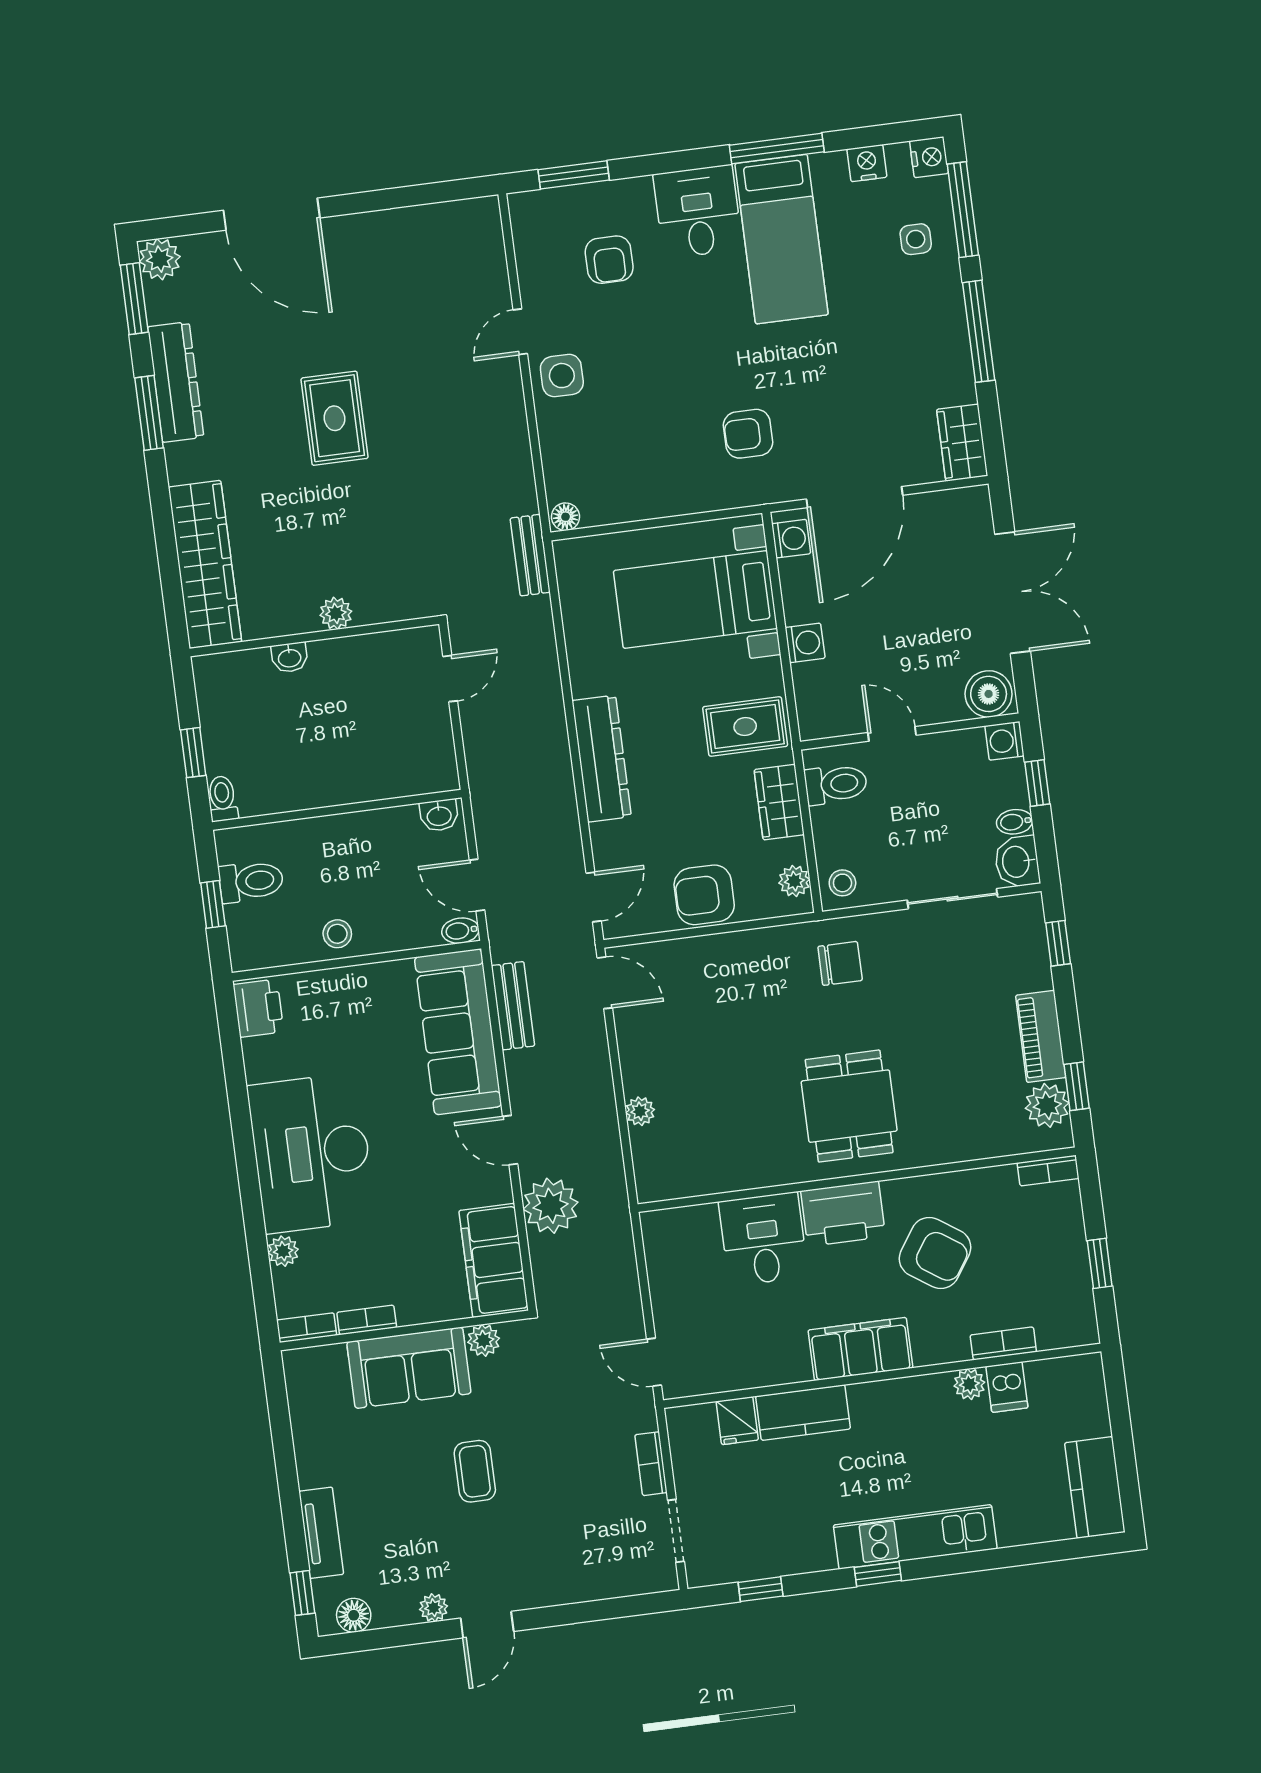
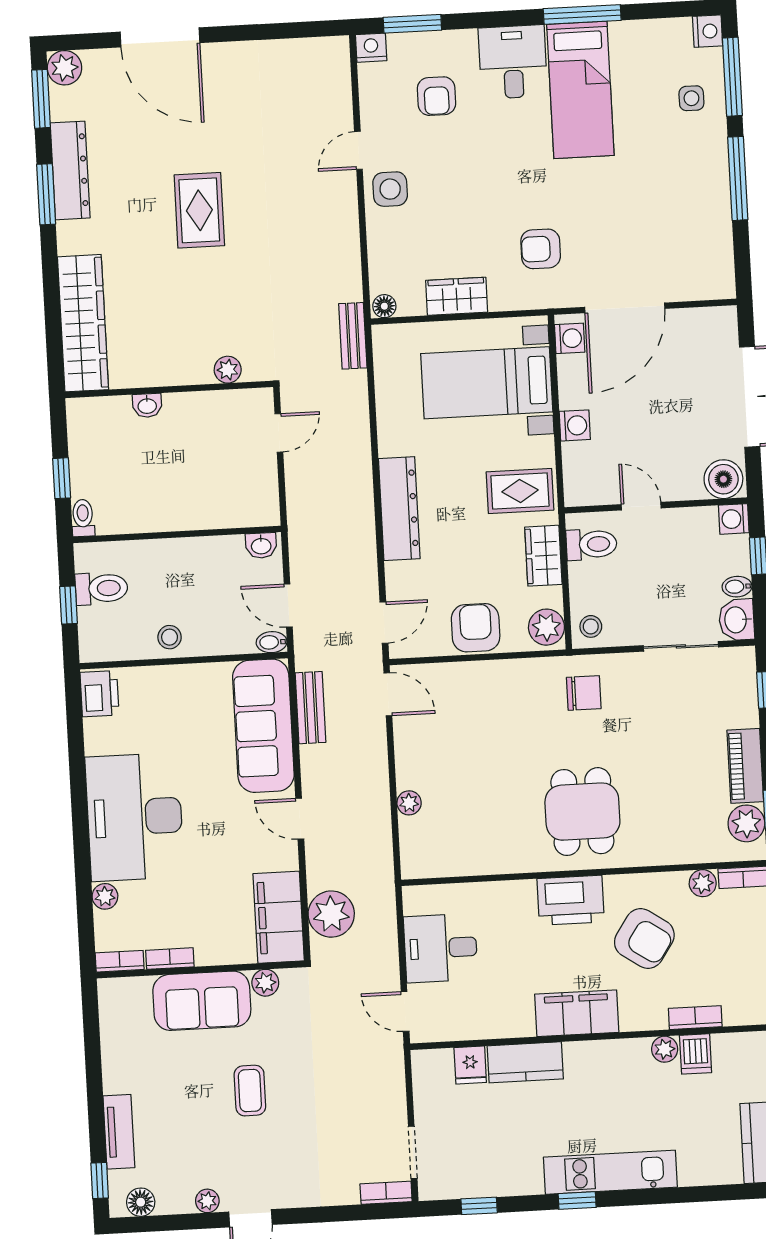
nightstand: (867, 163) -> (371, 48), moved
wardrobe: (962, 443) -> (457, 296), moved, turned 90
plant: (336, 613) -> (228, 370), moved
plant: (794, 881) -> (546, 627), width x1.38, depth x1.38
armchair: (704, 895) -> (476, 628), turned 90
plant: (1000, 1181) -> (703, 883), added
plant: (551, 1206) -> (331, 914), moved
desk: (763, 1239) -> (441, 948), moved, turned -90
bookcase: (651, 1464) -> (386, 1193), moved, turned 90

